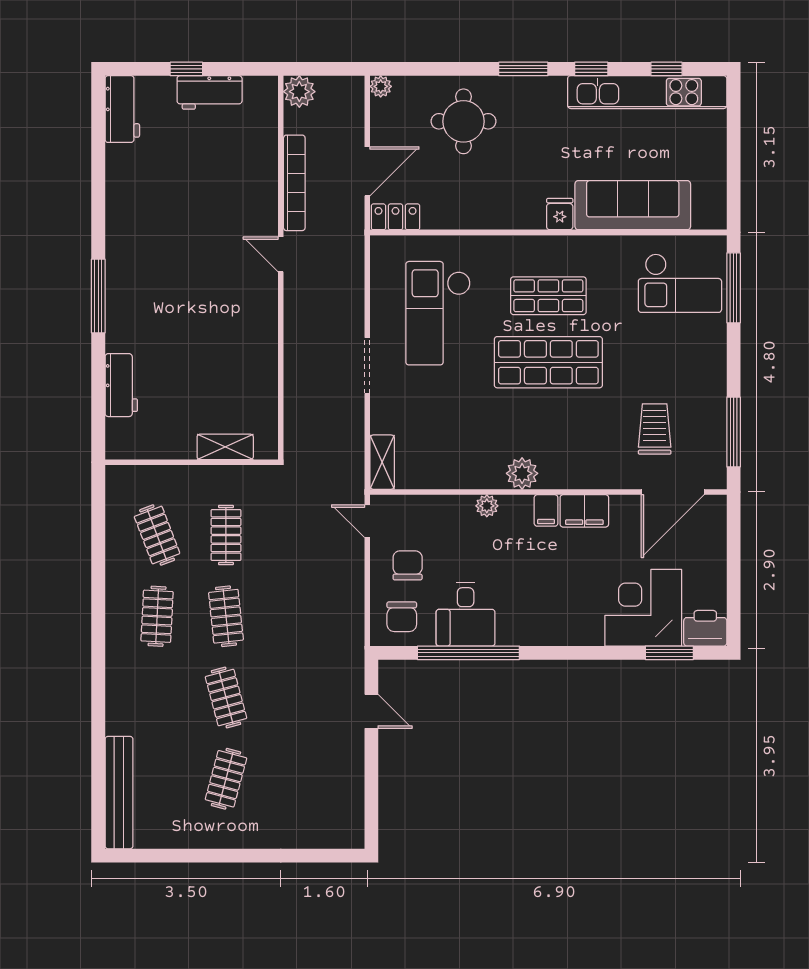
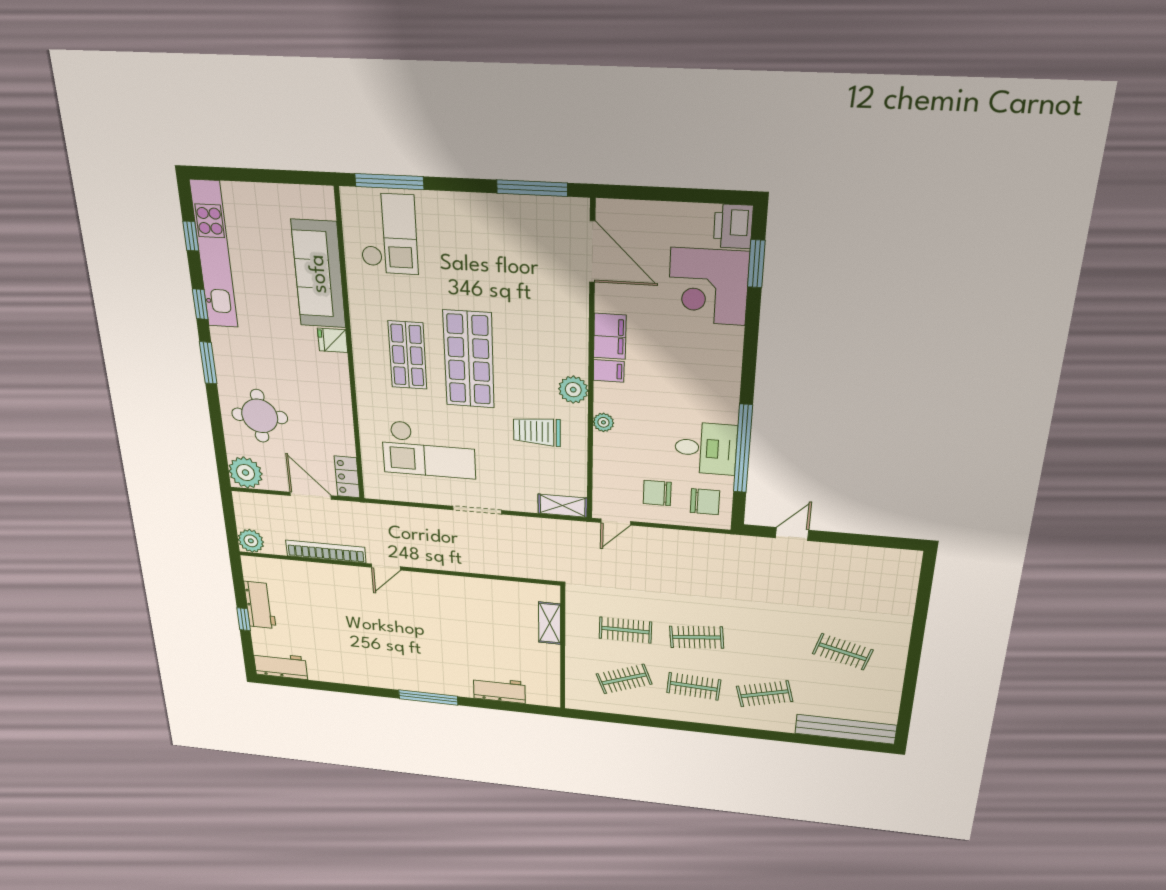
plant: (381, 86) -> (246, 473), width x1.88, depth x1.88
trolley: (655, 429) -> (537, 431), moved
clothes rail: (226, 698) -> (765, 694), moved

